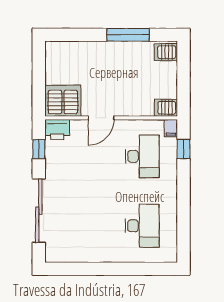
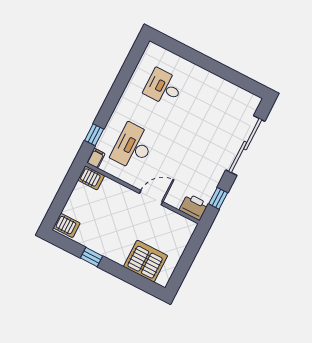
window: (128, 35) -> (91, 257), width x0.46
server rack: (63, 101) -> (146, 261), moved, turned 180
desk: (142, 226) -> (163, 87), width x0.73

